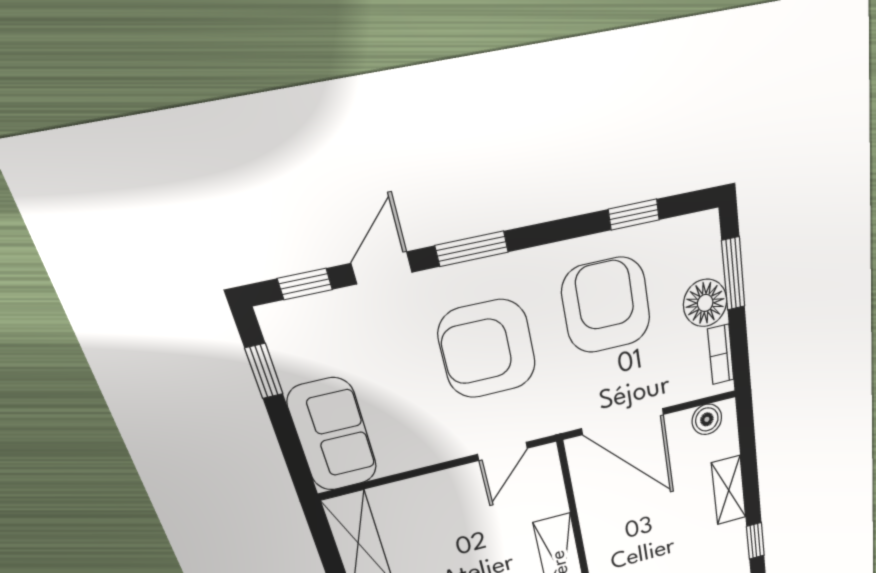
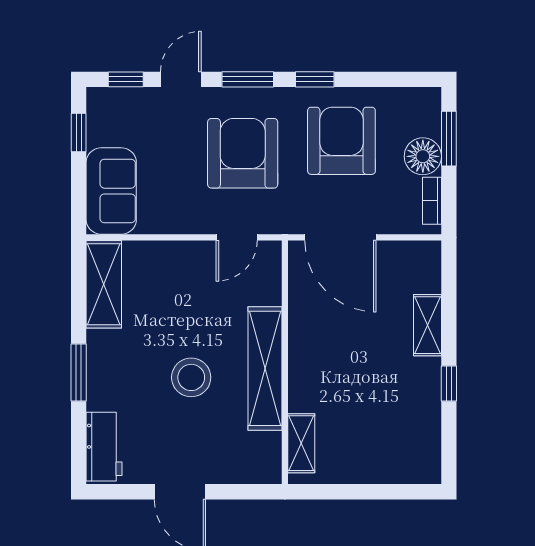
window: (634, 215) -> (315, 79), moved
armchair: (487, 349) -> (243, 153), turned 90
boiler: (707, 419) -> (414, 254), removed

